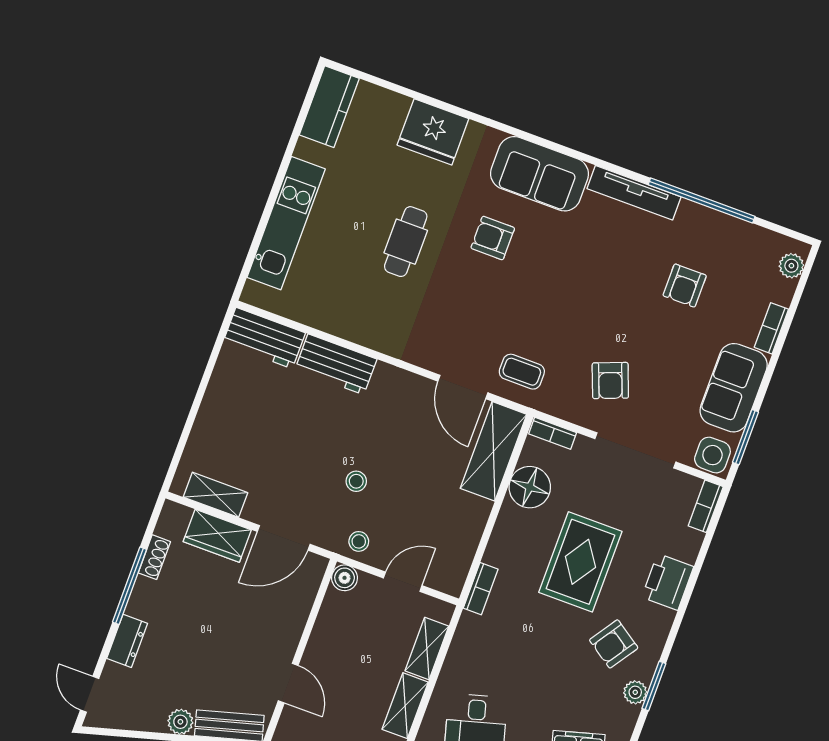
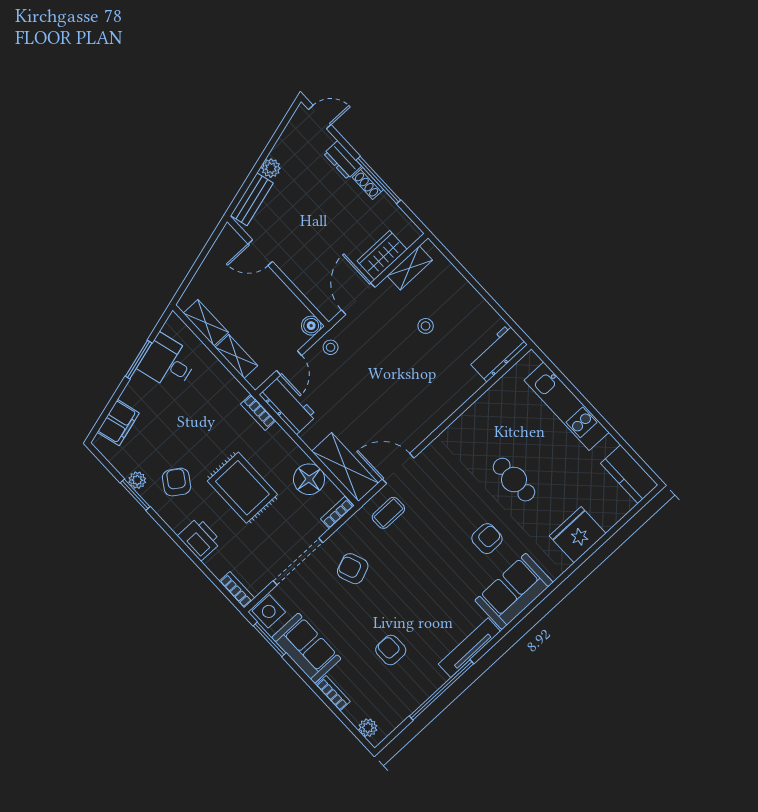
workbench: (336, 364) -> (288, 405), moved, turned 90
stool: (356, 481) -> (426, 326), moved
shoe rack: (154, 557) -> (368, 183), moved

